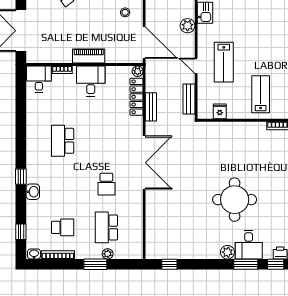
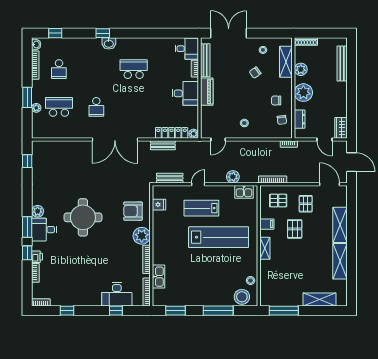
door: (144, 43) -> (218, 139), width x0.53
bench: (52, 58) -> (205, 60), added
lab bench: (261, 94) -> (219, 237), moved, width x1.86, depth x1.39
plant: (256, 131) -> (142, 236), added
armchair: (227, 142) -> (133, 211), added
school desk: (106, 184) -> (96, 107), turned -90
washbasin: (33, 192) -> (109, 43), moved

